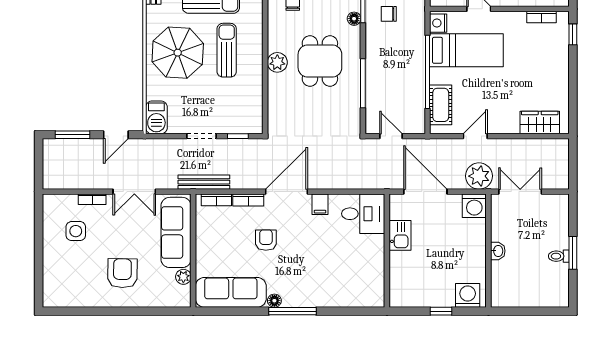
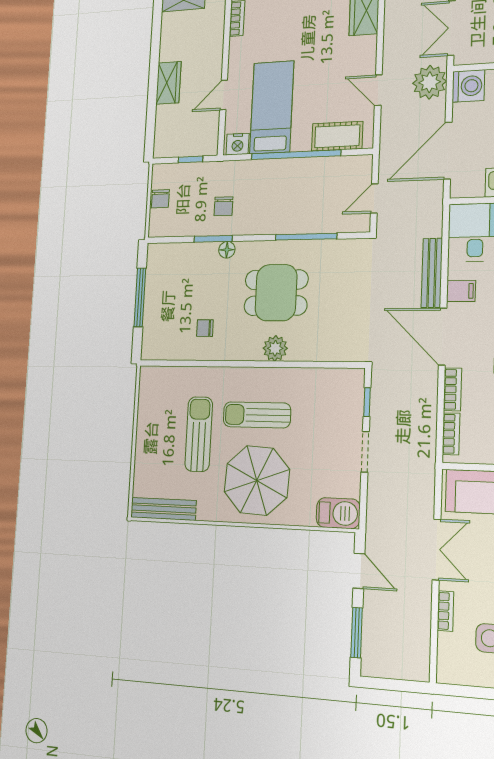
bench: (204, 182) -> (432, 273), moved

